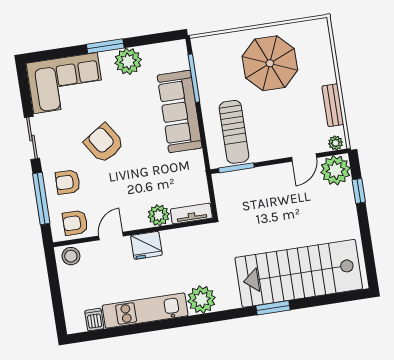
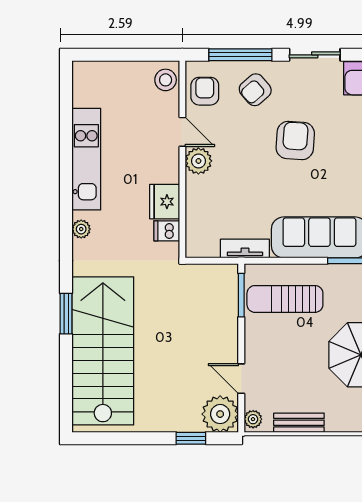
armchair: (104, 143) -> (295, 140), turned -53
armchair: (68, 182) -> (255, 90), turned -132
tv unit: (191, 214) -> (245, 249), moved, turned -90
plant: (159, 215) -> (198, 161), moved
fridge: (146, 245) -> (165, 202), moved
plant: (202, 300) -> (81, 229), width x0.53, depth x0.53
dishwasher: (94, 320) -> (167, 231), moved, turned 180

